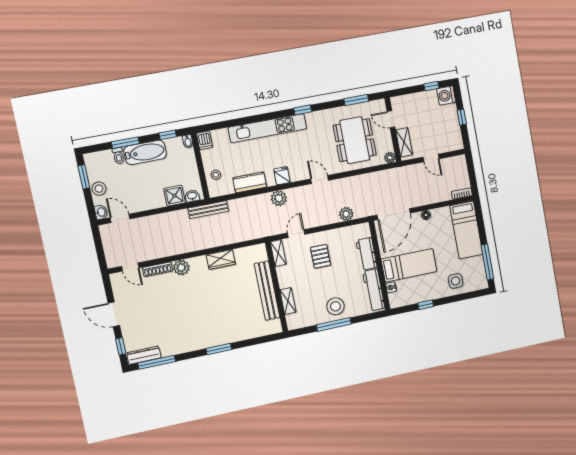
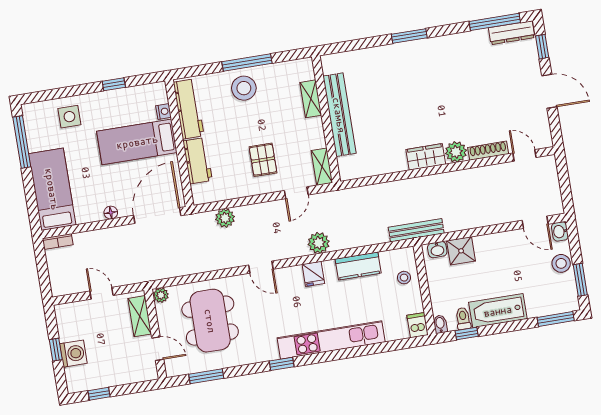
washing machine: (446, 96) -> (73, 354), moved
window: (125, 143) -> (556, 319), moved
toilet: (118, 156) -> (463, 318), moved
wardrobe: (221, 259) -> (426, 157), moved

